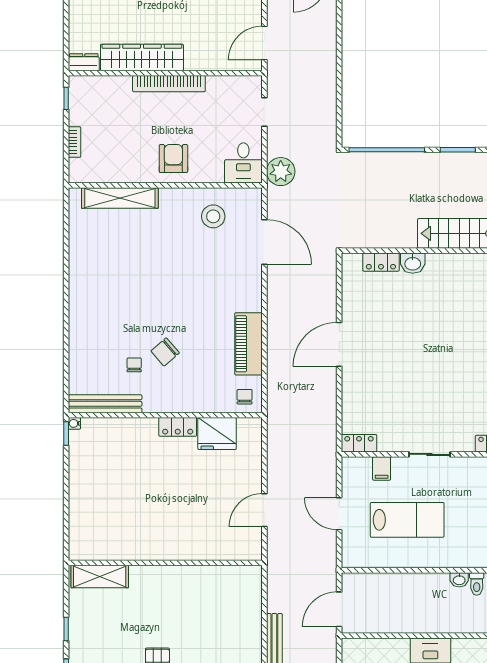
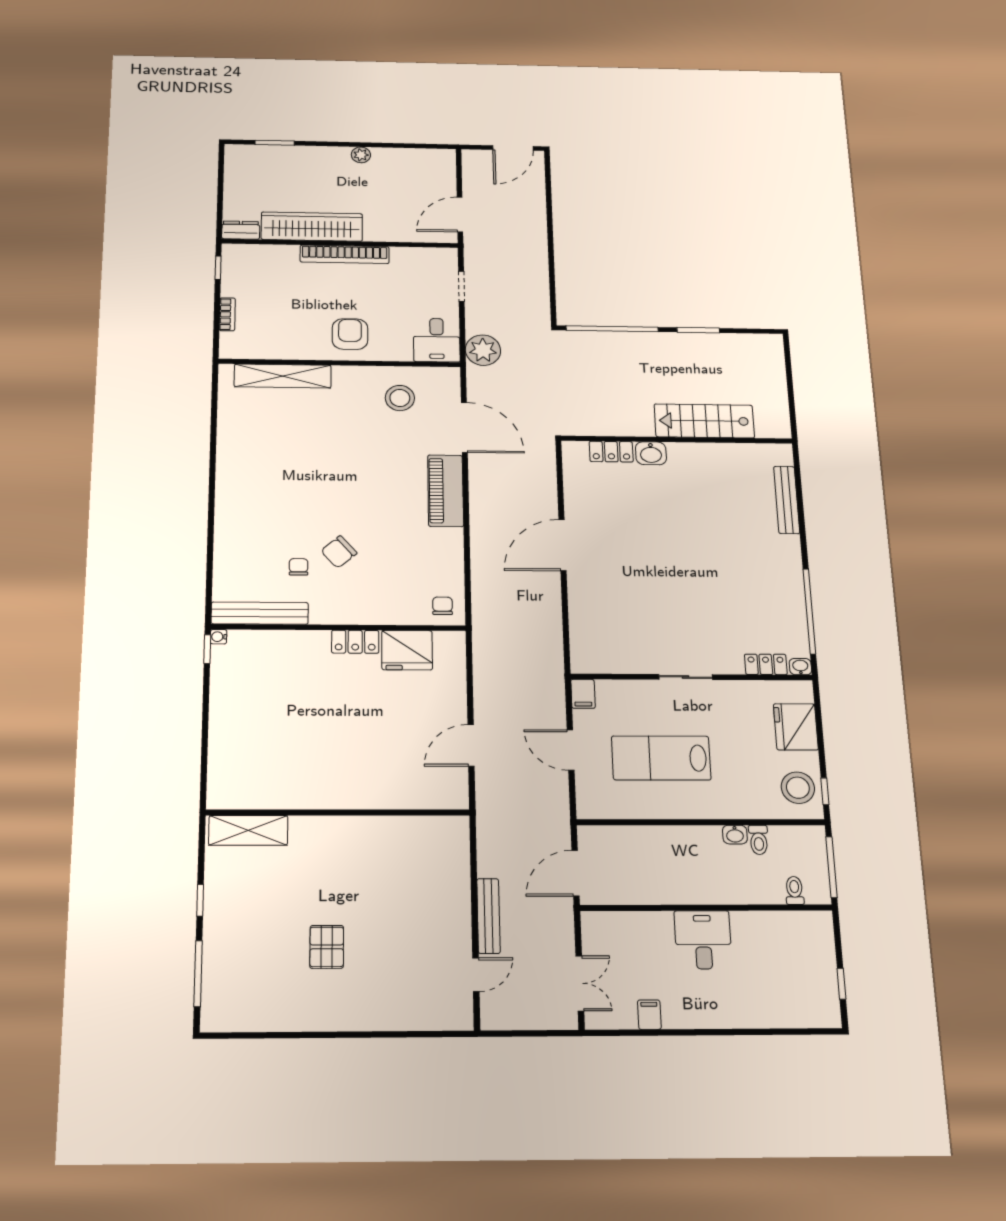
piano: (248, 344) -> (446, 491), moved
locker: (359, 443) -> (593, 663), removed
filing cabinet: (382, 468) -> (583, 694), moved
lab bench: (407, 520) -> (661, 758), turned 180

